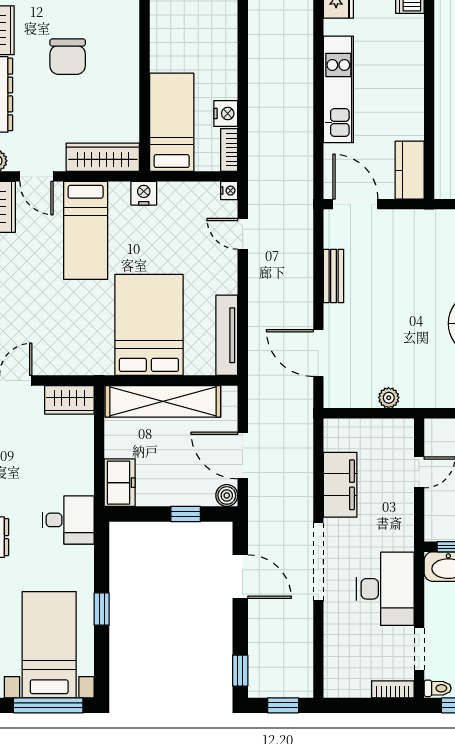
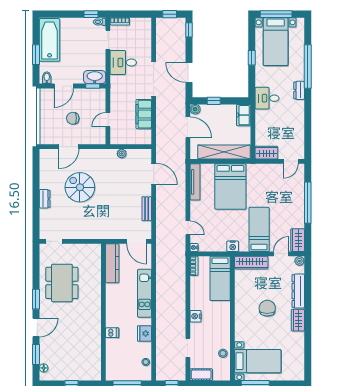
nightstand: (226, 113) -> (196, 316), moved
kitchen counter: (410, 170) -> (112, 263), width x1.50
door: (37, 176) -> (281, 254), hinge flipped
desk: (385, 589) -> (123, 62), width x0.73

